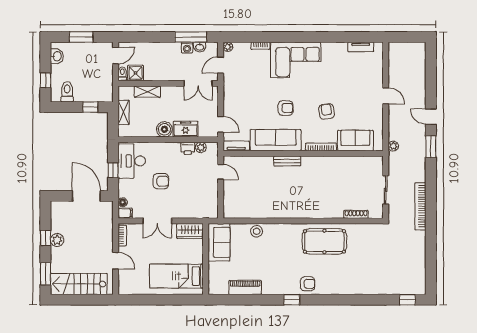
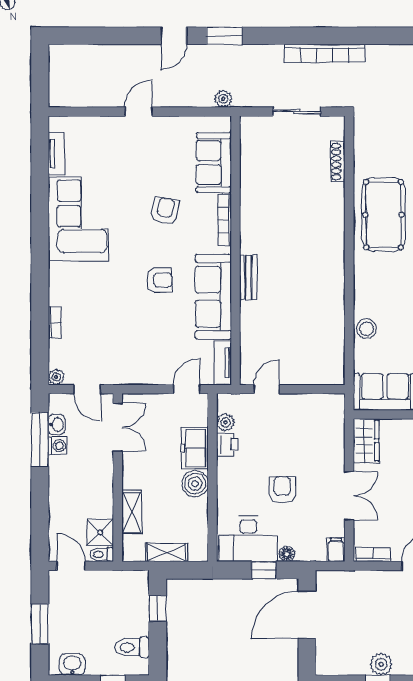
corner sofa: (296, 60) -> (78, 219), moved
armchair: (286, 108) -> (159, 280), turned 90
armchair: (327, 111) -> (165, 211), turned 111
floor lamp: (123, 202) -> (287, 554), moved

